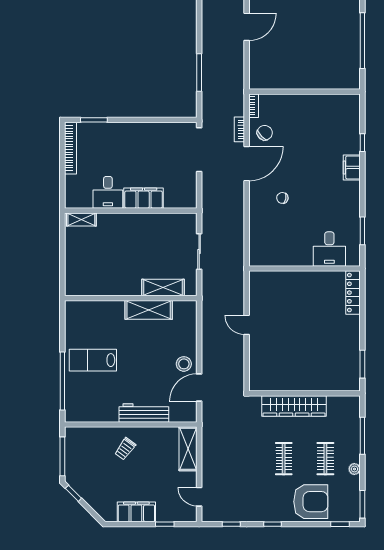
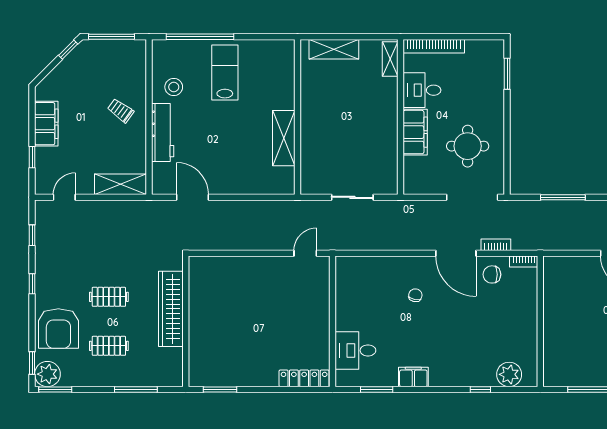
plant: (350, 118) -> (509, 374), added
chair: (265, 133) -> (492, 274), turned 134
bookcase: (71, 148) -> (434, 46), moved
round table: (155, 153) -> (468, 146), added
filing cabinet: (352, 167) -> (413, 377), moved
shelving: (163, 288) -> (334, 49), moved, turned 90
door: (247, 325) -> (305, 253), moved
stool: (184, 364) -> (174, 87), moved
plant: (354, 469) -> (47, 374), moved, width x1.87, depth x1.87

